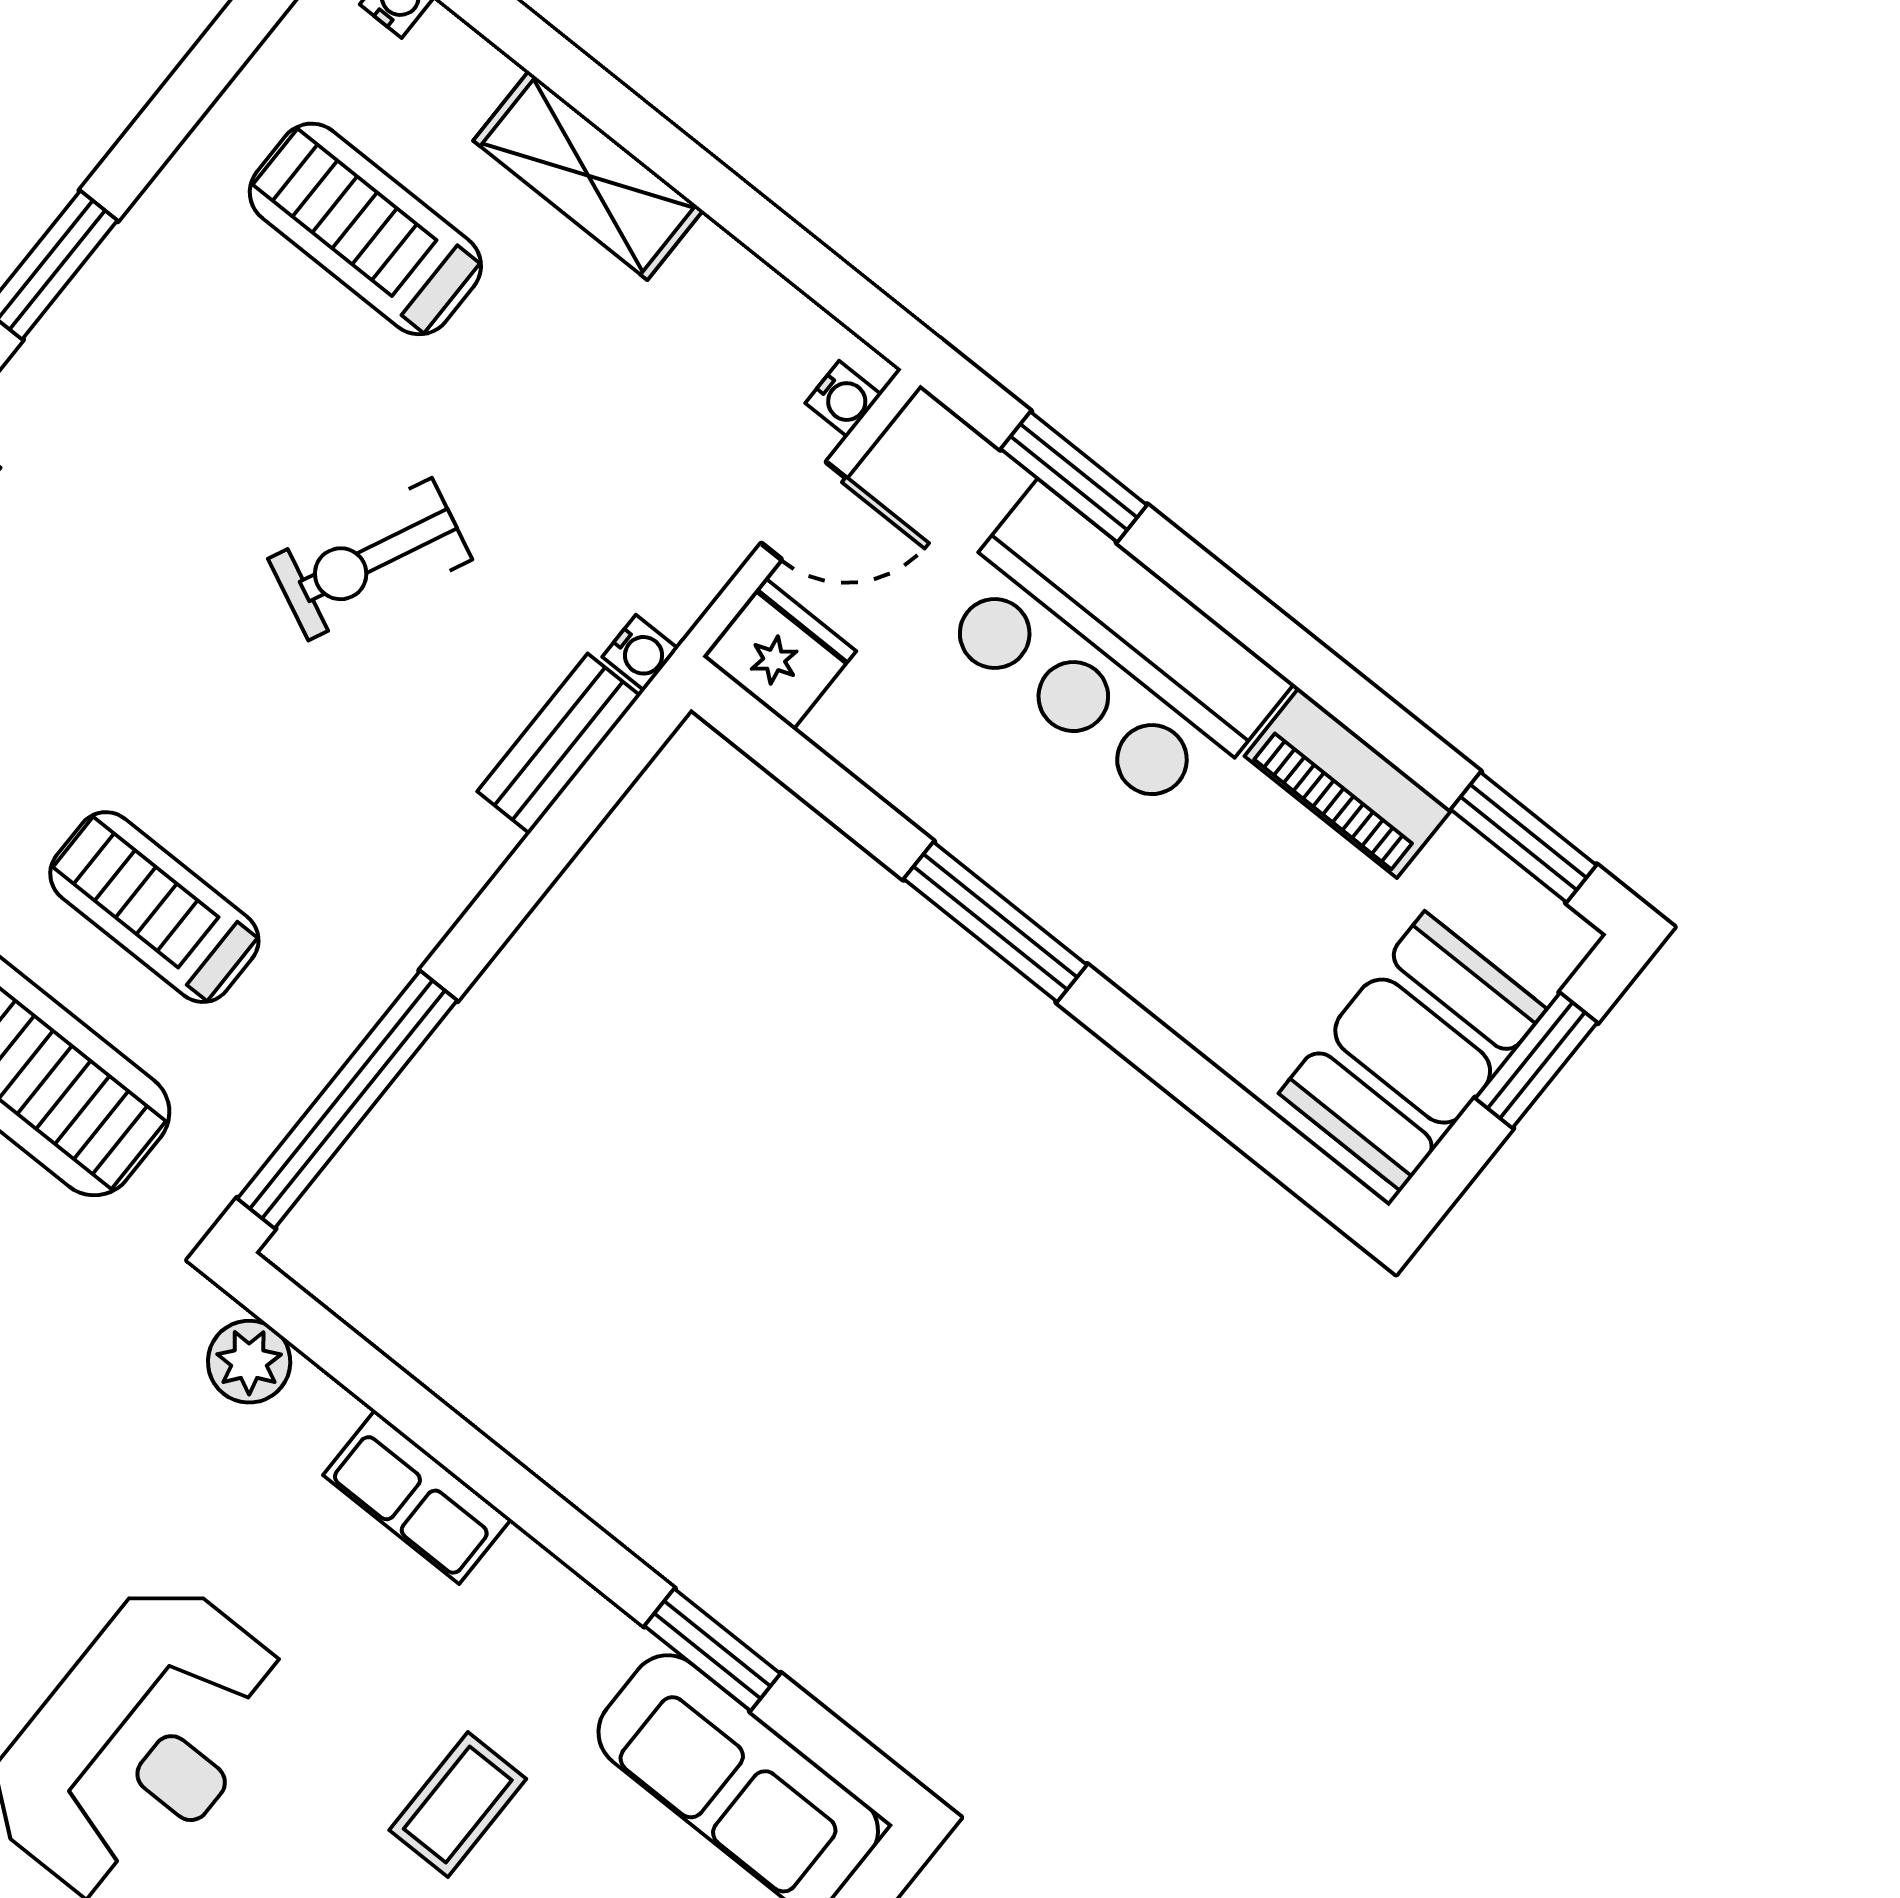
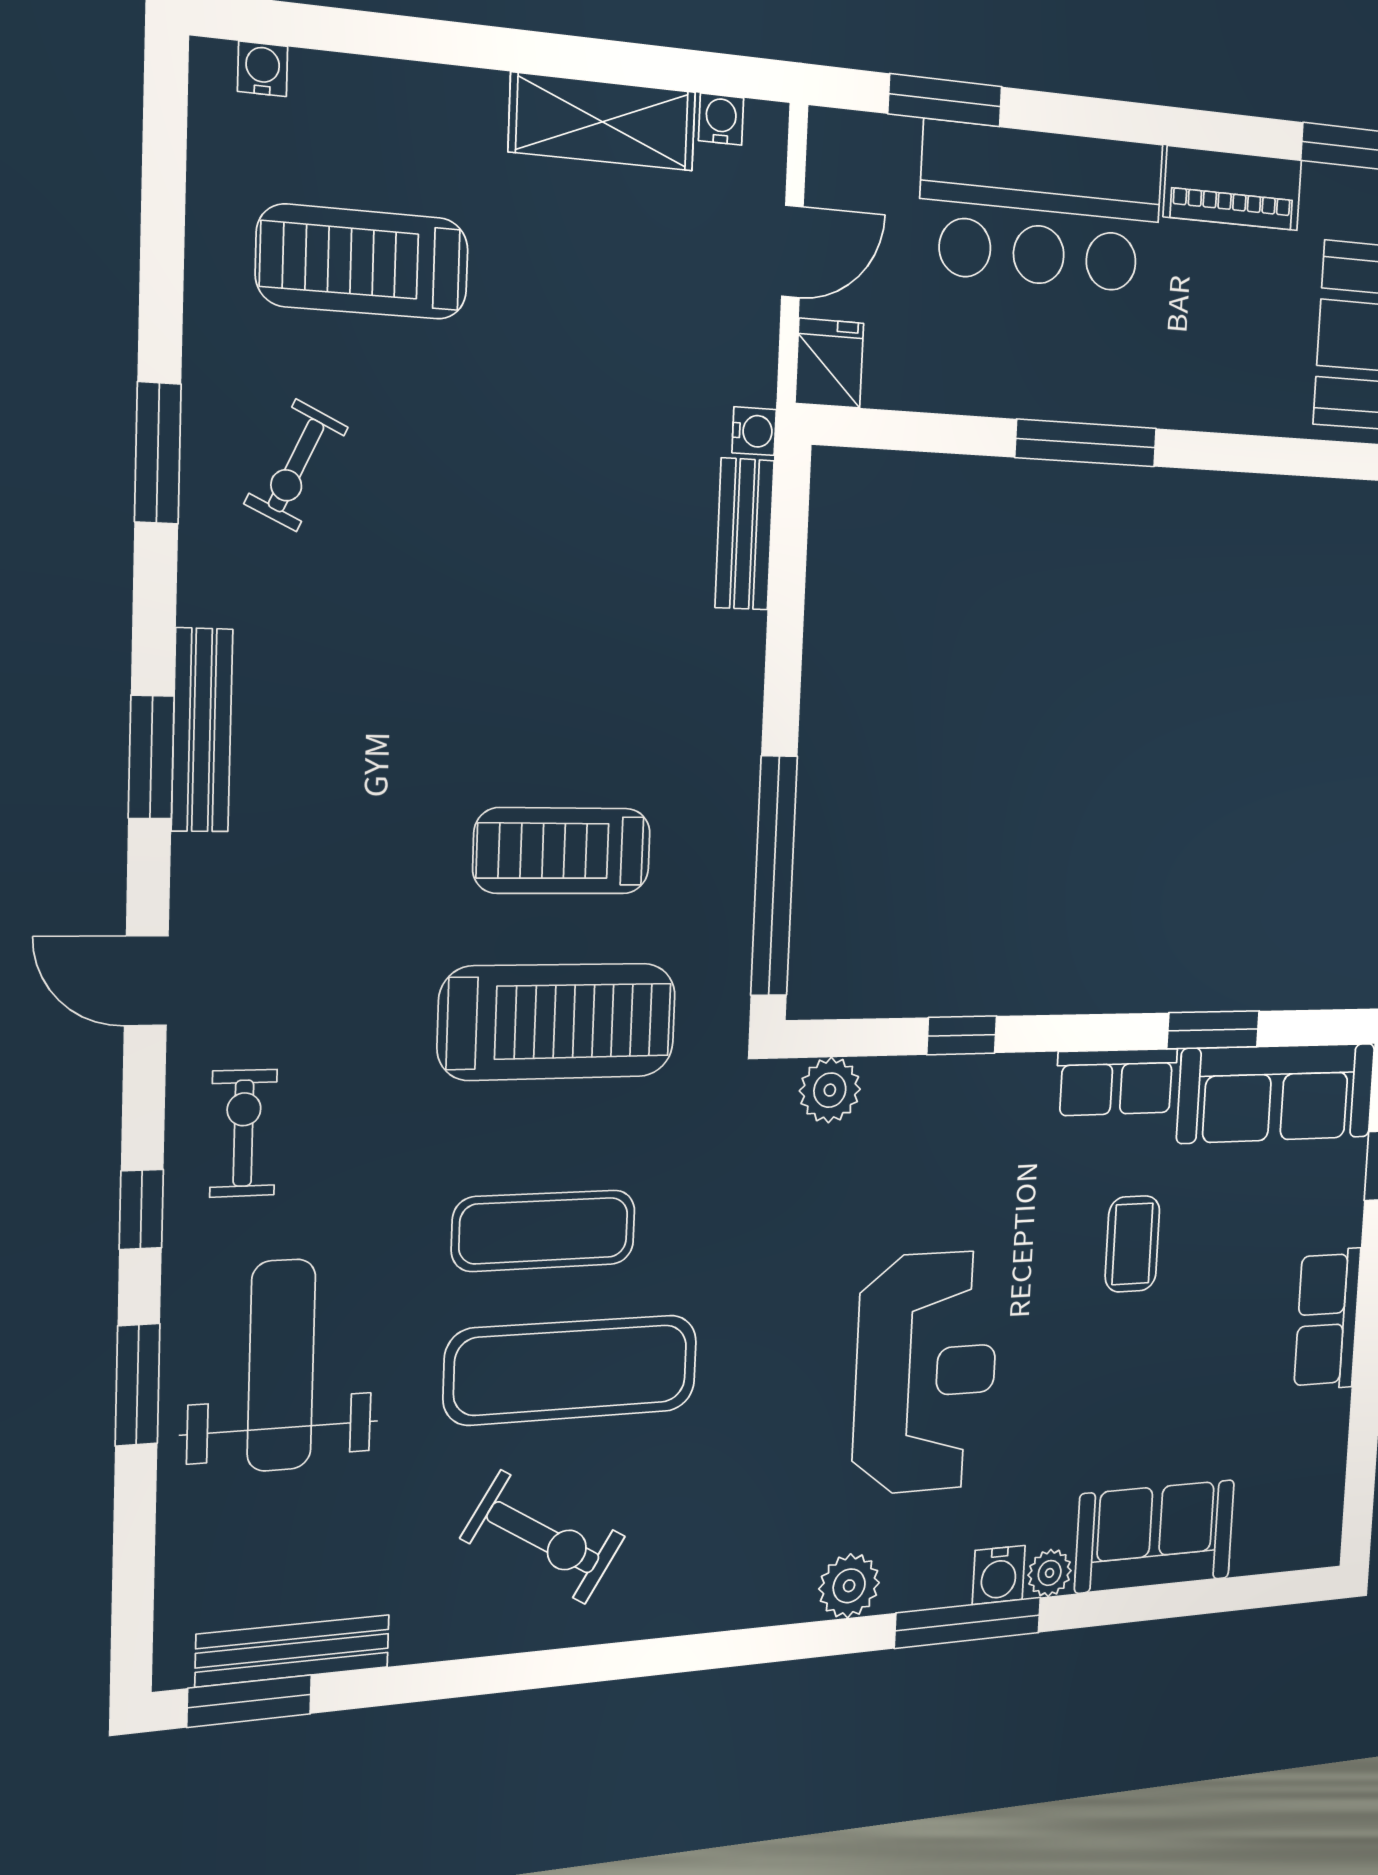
shelving: (588, 176) -> (603, 122), moved
water cooler: (843, 399) -> (721, 119), moved, turned -90
exercise bike: (370, 559) -> (296, 465), moved, width x0.73, depth x0.72
fridge: (779, 654) -> (829, 363), width x0.72
window: (428, 1422) -> (962, 1035), added
row of seats: (417, 1497) -> (1117, 1082), moved

